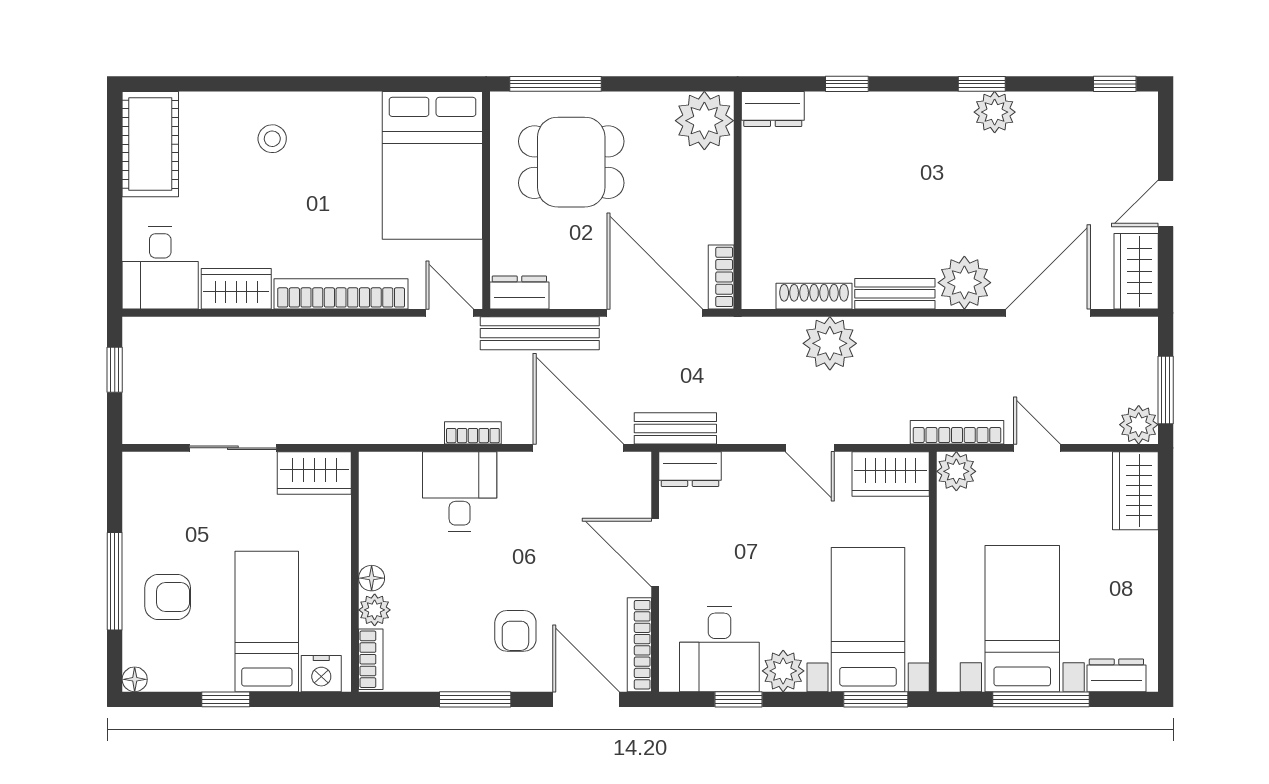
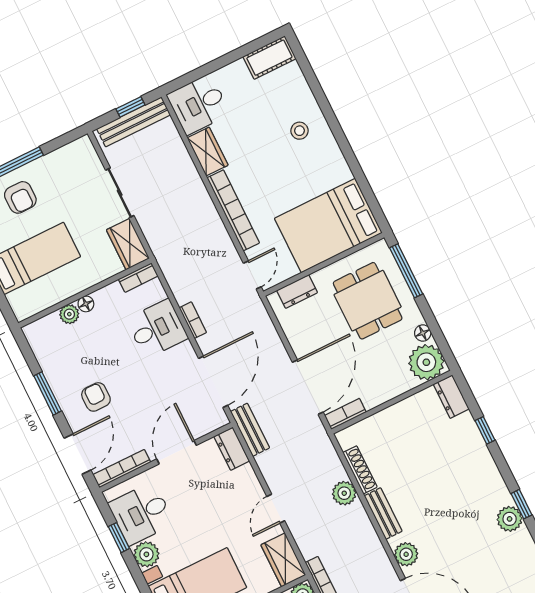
floor lamp: (659, 105) -> (423, 333), added
cot: (150, 144) -> (269, 58), width x0.73, depth x0.75
plant: (964, 283) -> (406, 554), width x0.73, depth x0.73
dresser: (519, 292) -> (297, 291), moved, turned 90
bench: (540, 333) -> (134, 122), moved, turned 90
plant: (830, 343) -> (344, 493), width x0.73, depth x0.73
armchair: (515, 631) -> (96, 397), turned 90
bookcase: (371, 659) -> (138, 278), moved
nightstand: (321, 674) -> (20, 302), removed

